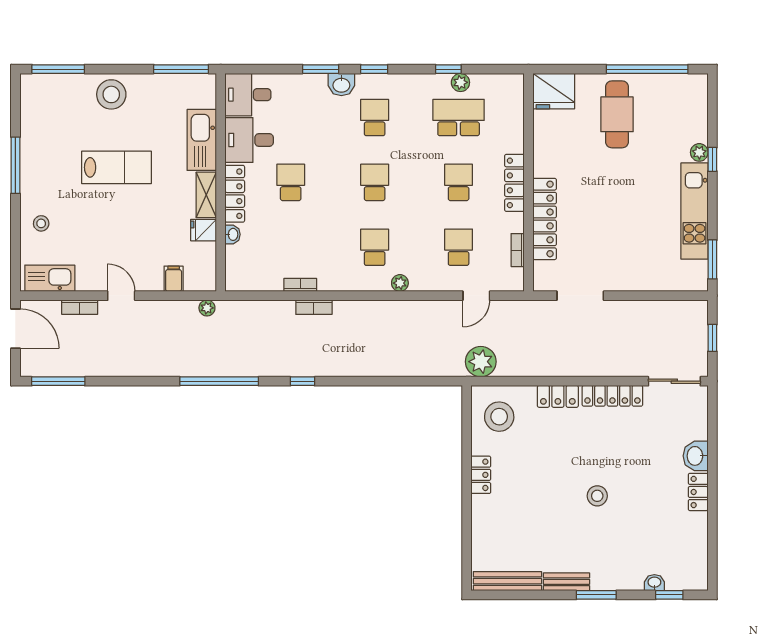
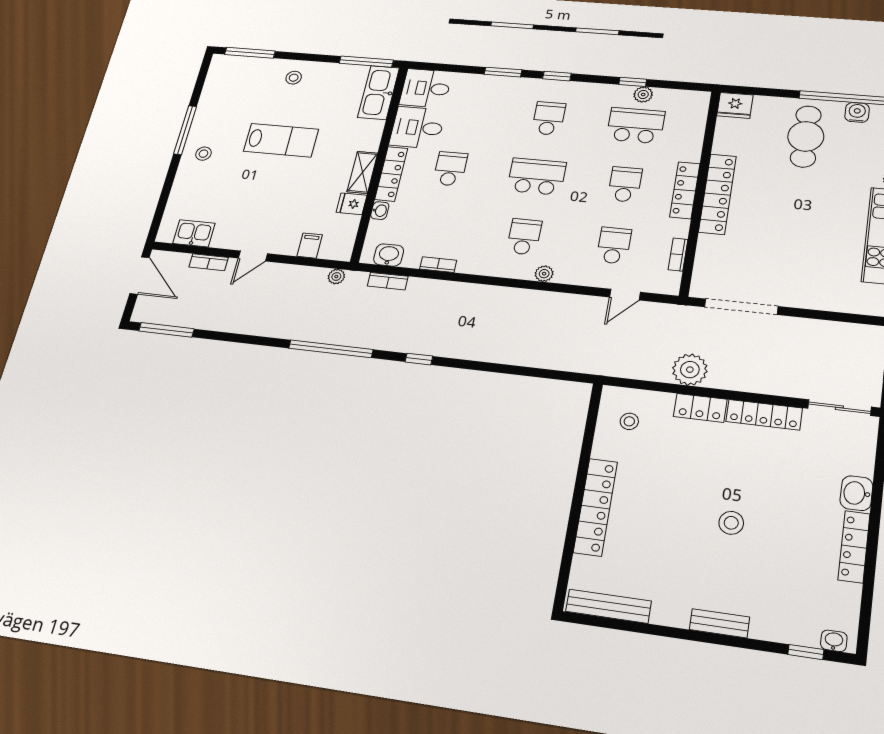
water cooler: (661, 84) -> (857, 112), added
washbasin: (341, 85) -> (389, 255), moved, turned 180
fridge: (554, 91) -> (735, 105), width x0.73, depth x0.75
stool: (111, 94) -> (294, 78), width x0.53, depth x0.53
kitchen sink: (202, 140) -> (379, 93), moved
school desk: (375, 182) -> (537, 176), width x1.85
locker: (545, 219) -> (717, 194), moved
stool: (41, 223) -> (203, 154), moved
kitchen sink: (50, 278) -> (194, 233), width x0.73
door: (121, 296) -> (253, 256), swing flipped
doorway: (580, 296) -> (741, 307), width x1.36
bookcase: (314, 307) -> (388, 281), moved
plant: (481, 362) -> (690, 370), moved
stool: (499, 417) -> (629, 421), width x0.53, depth x0.53
locker: (481, 475) -> (595, 507), width x2.16, depth x1.21
locker: (698, 492) -> (854, 547), width x1.53
bench: (566, 582) -> (719, 623), moved
washbasin: (654, 583) -> (834, 641), moved
window: (596, 595) -> (714, 638), removed

